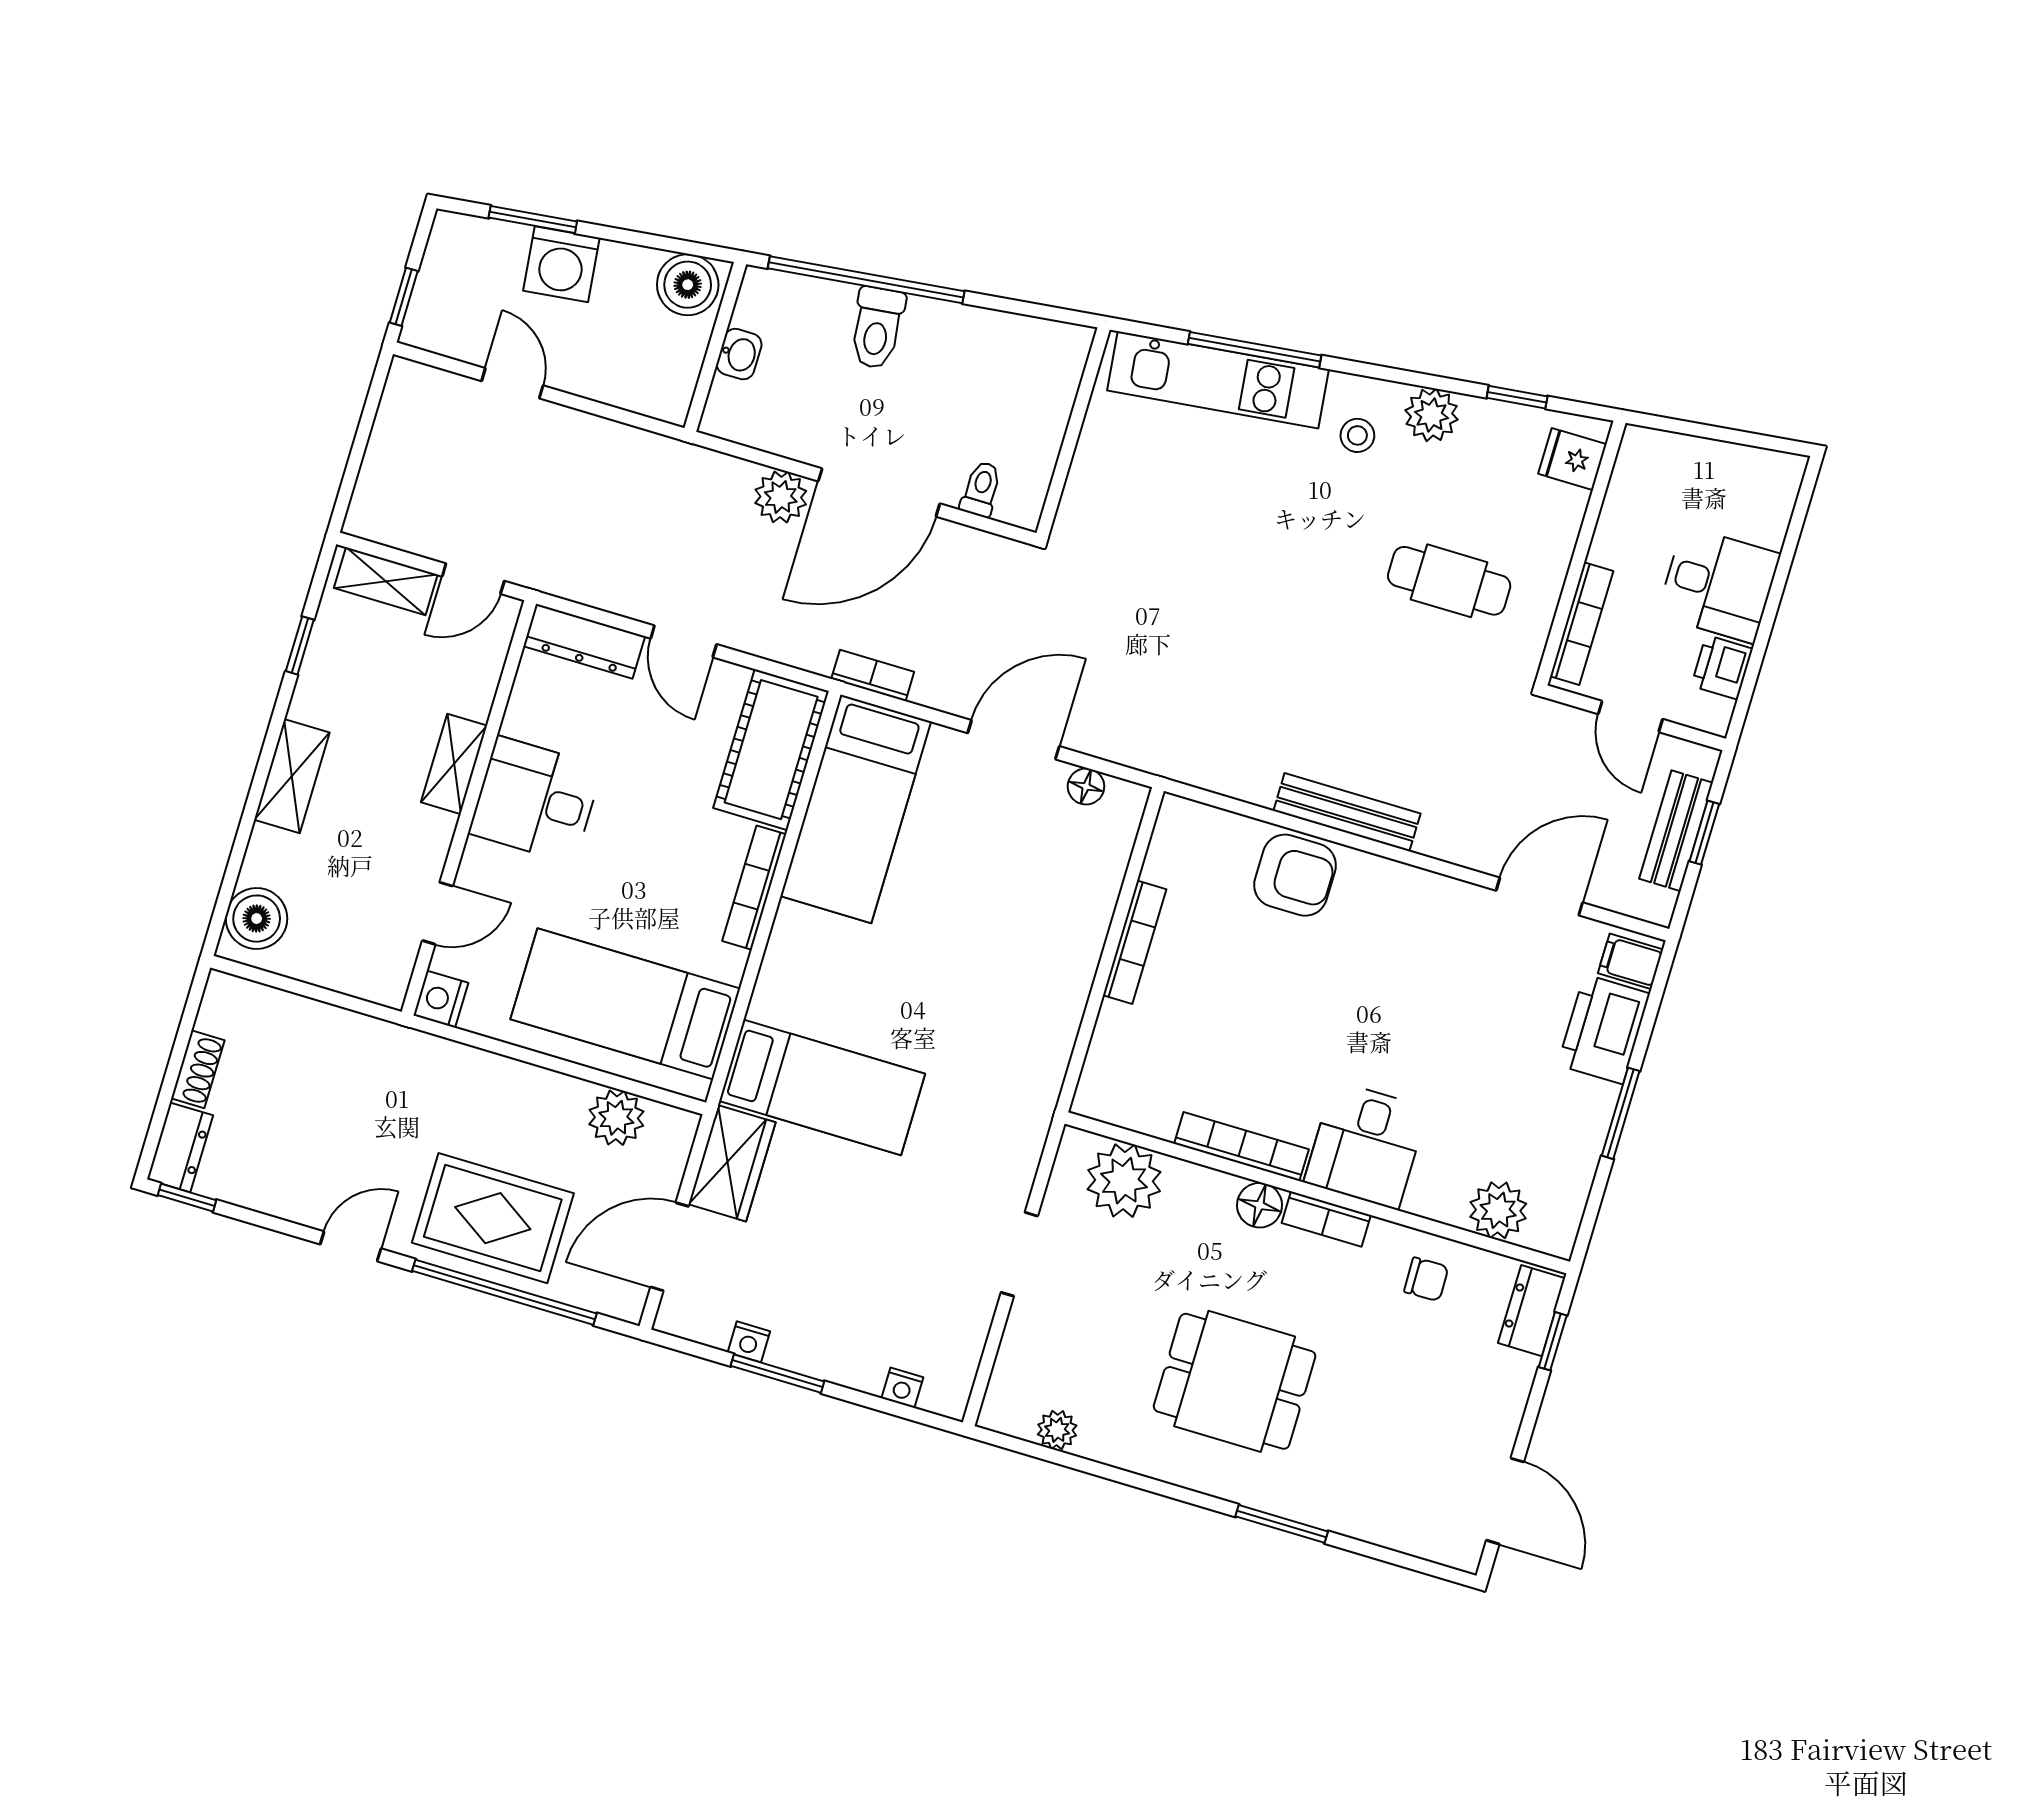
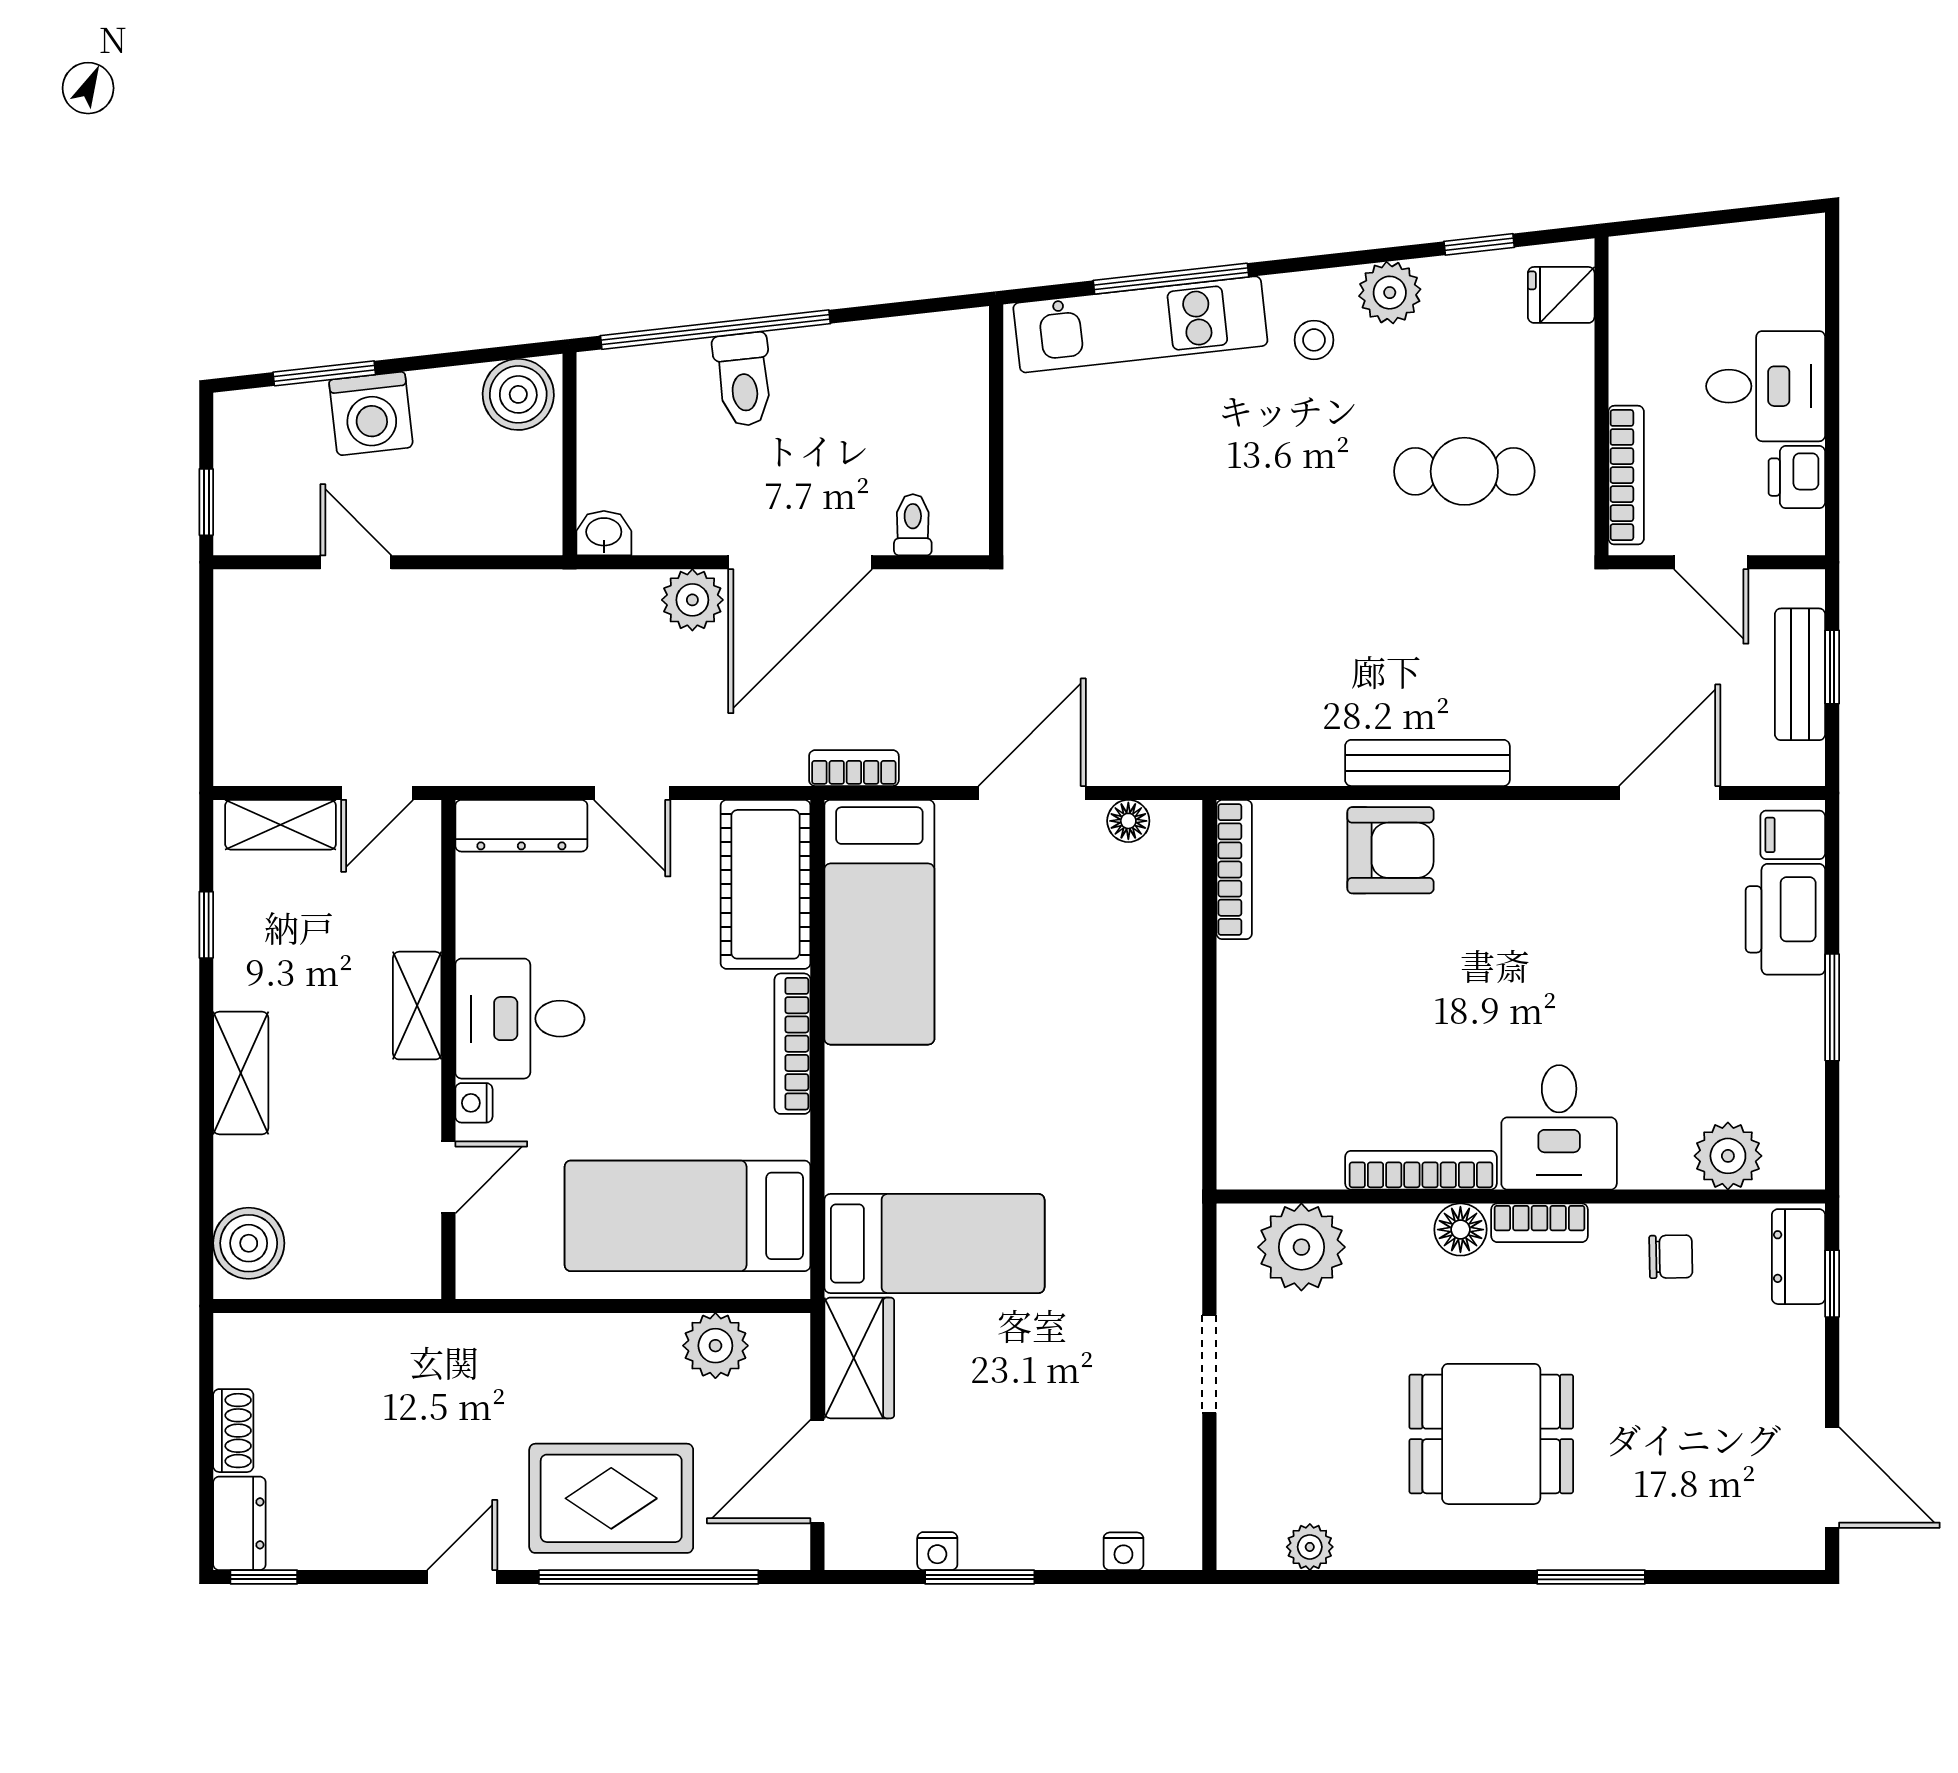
washbasin: (739, 354) -> (604, 533), moved, turned -90
bookcase: (1135, 942) -> (1234, 870), moved
nightstand: (441, 999) -> (474, 1103), moved, width x0.72, depth x0.74

